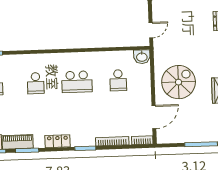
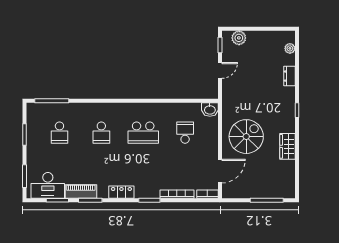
door: (151, 30) -> (220, 70), moved
school desk: (118, 80) -> (185, 133), turned 180

